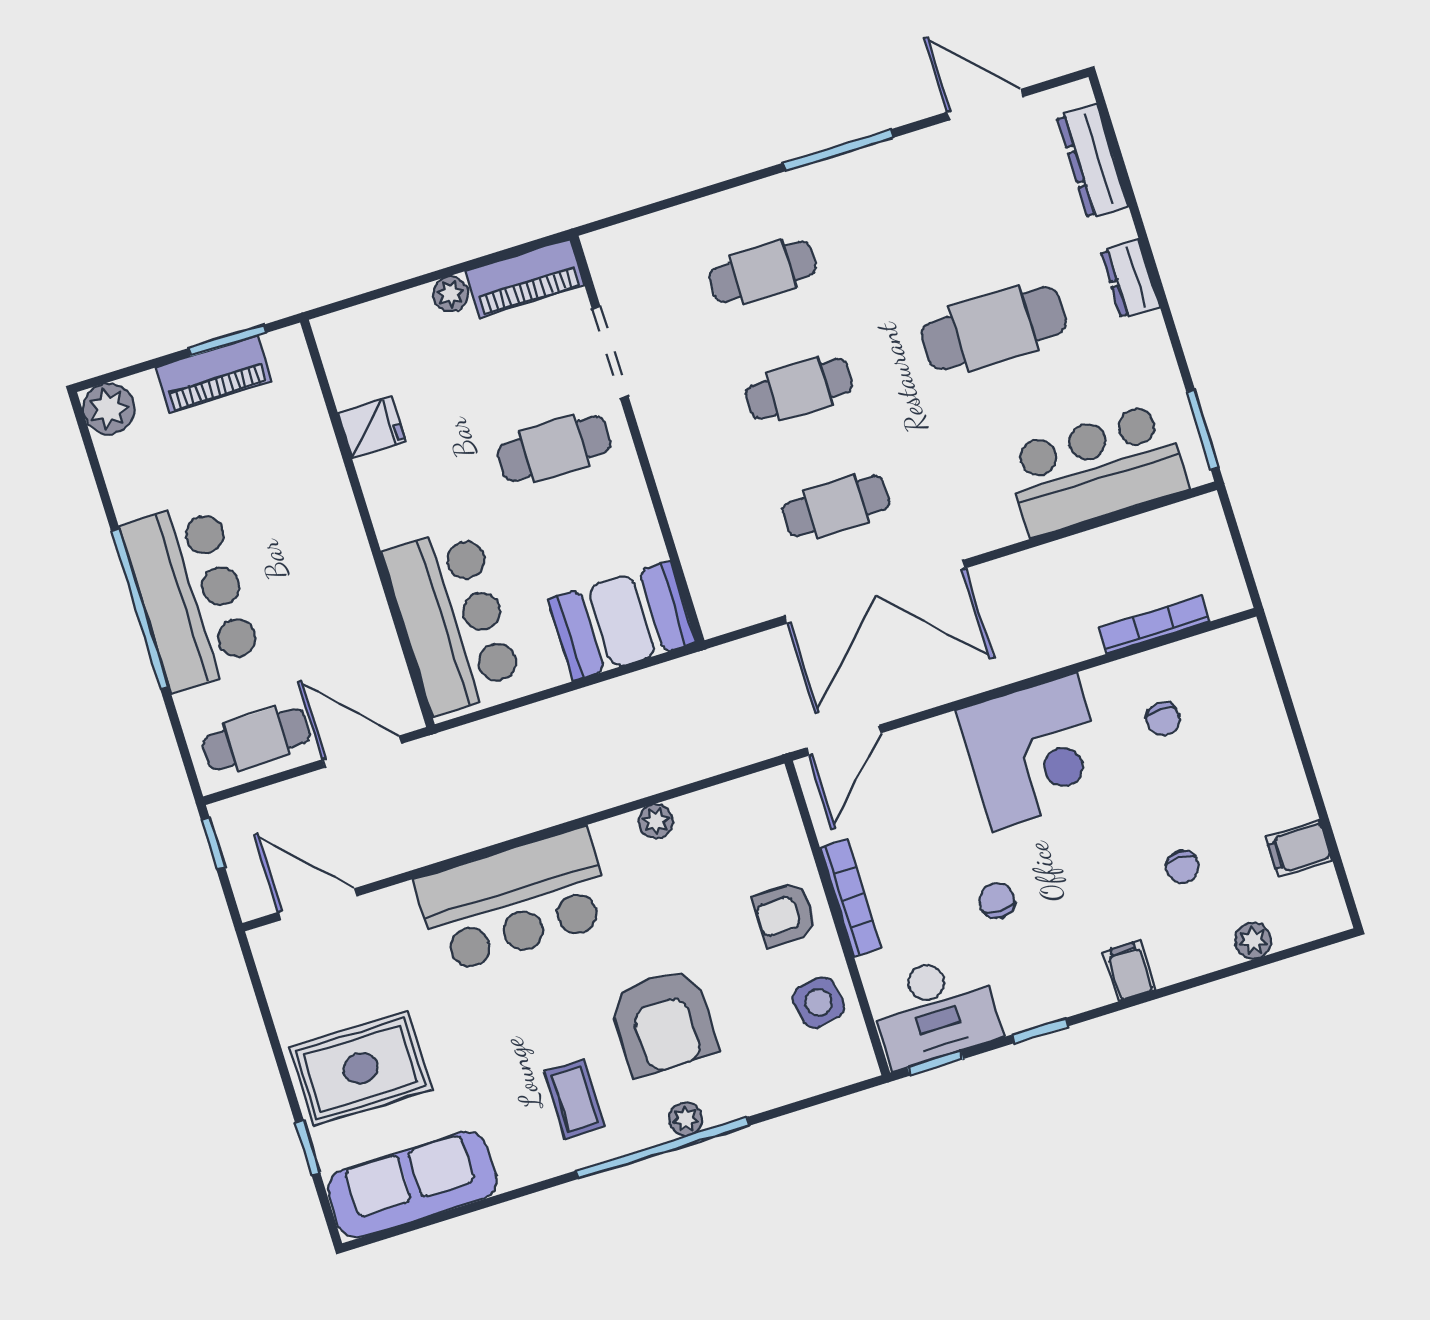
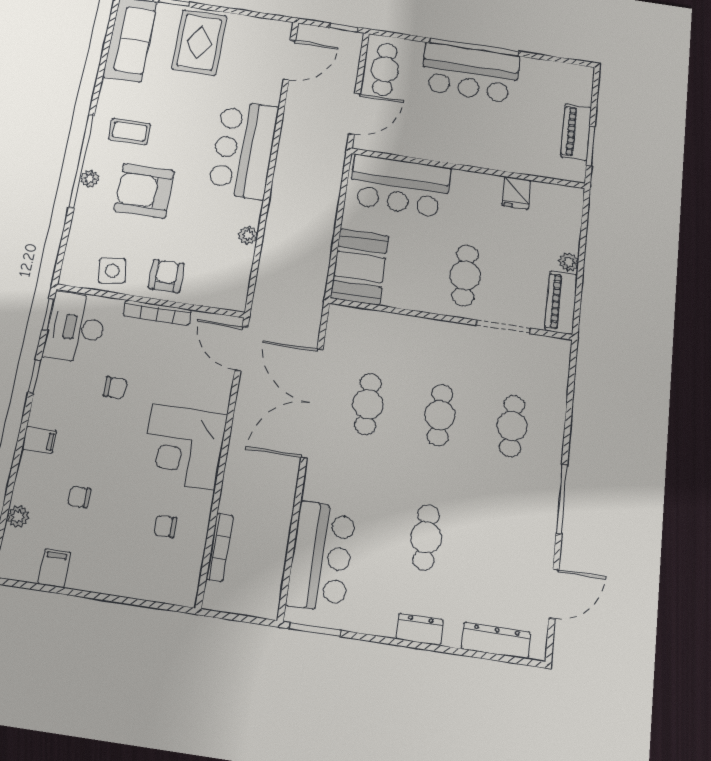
cafe table: (994, 328) -> (426, 537), width x0.73, depth x0.74
plant: (109, 409) -> (580, 78), removed

